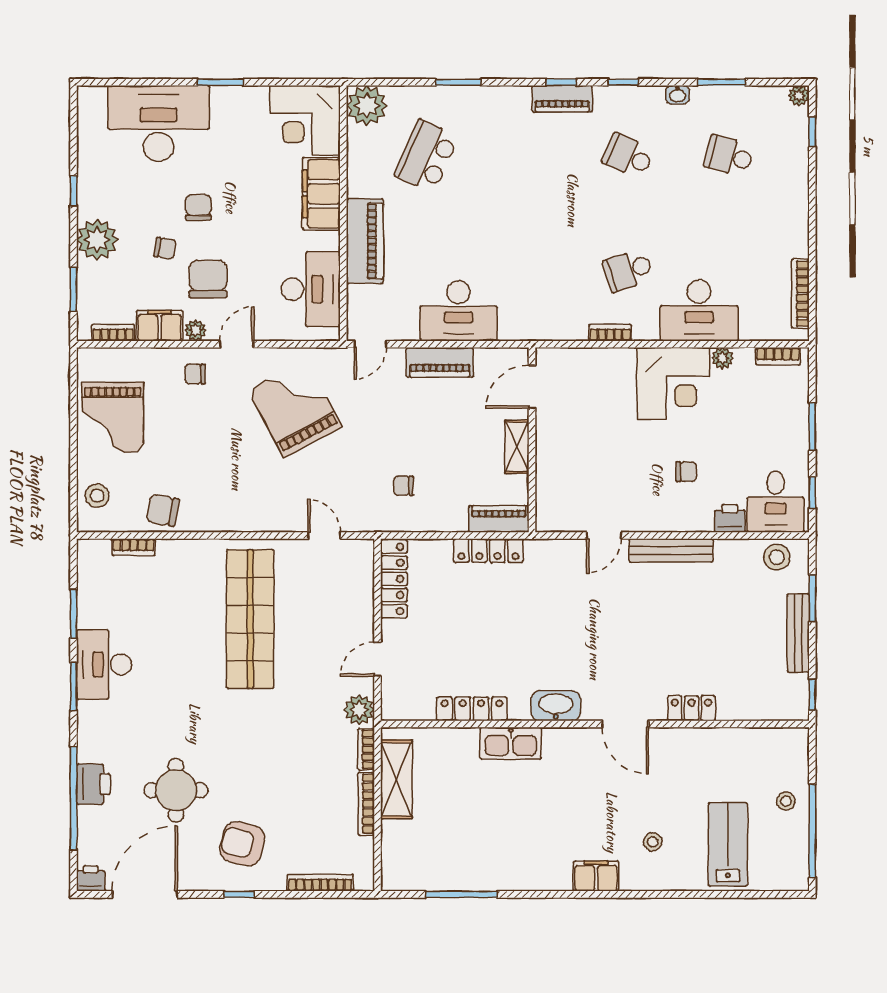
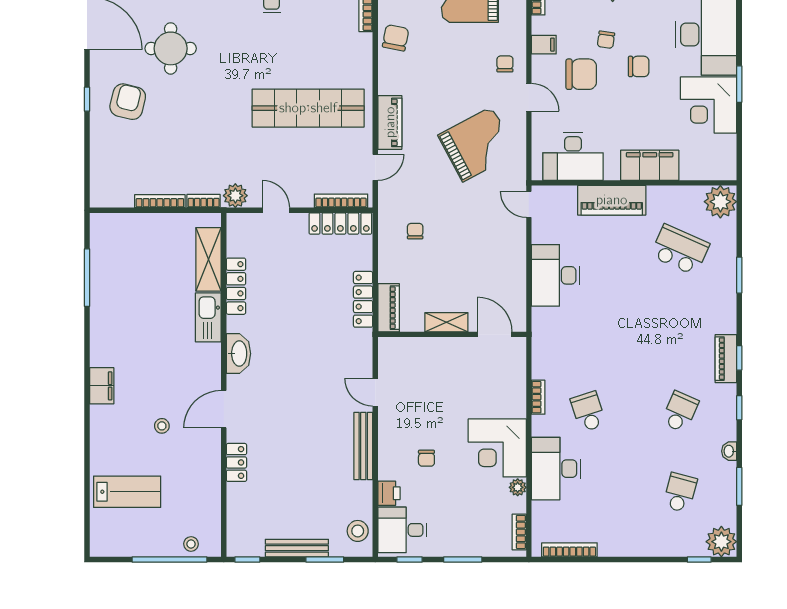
plant: (799, 96) -> (721, 542), width x1.88, depth x1.88
corner desk: (305, 120) -> (709, 105), moved, turned -90
filing cabinet: (160, 326) -> (544, 45), width x0.50
plant: (196, 330) -> (540, 64), removed
piano: (440, 362) -> (390, 122), moved, turned 180
shelving: (396, 779) -> (209, 259), moved, turned 90
stool: (786, 801) -> (191, 544), moved
window: (812, 831) -> (169, 559), moved
stool: (653, 842) -> (162, 426), moved
bookcase: (320, 883) -> (341, 201), moved, turned -90

